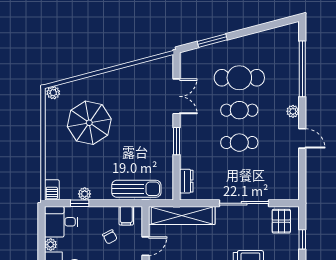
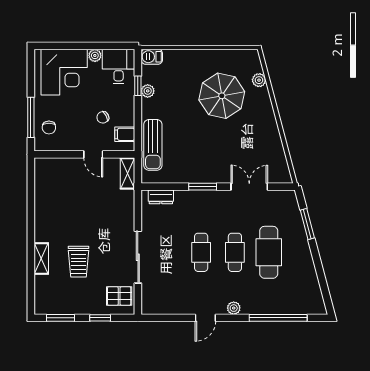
plant: (53, 93) -> (259, 80), moved
double door: (176, 96) -> (249, 187), swing flipped
shelving: (182, 215) -> (127, 173), width x0.45, depth x0.75

